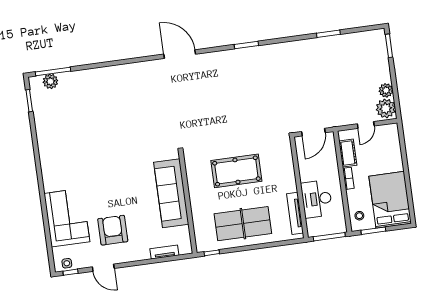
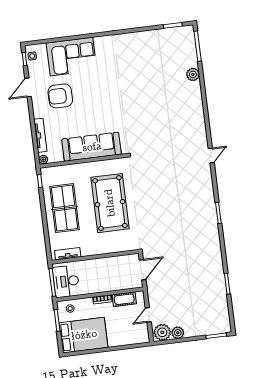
door: (180, 54) -> (211, 155), width x0.53
plant: (50, 81) -> (193, 74), moved
door: (366, 125) -> (148, 315), hinge flipped
door: (313, 132) -> (143, 270), swing flipped
pool table: (236, 171) -> (110, 203), width x1.36, depth x1.32
desk: (317, 199) -> (66, 281), moved, turned -90
tv unit: (295, 213) -> (68, 254), width x0.71
armchair: (113, 230) -> (60, 96), turned 180
plant: (187, 249) -> (43, 160), added
tv unit: (164, 252) -> (40, 135), width x1.41

